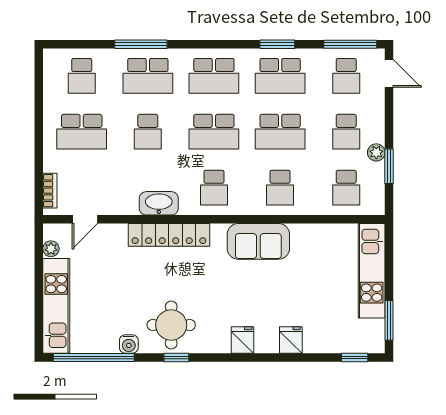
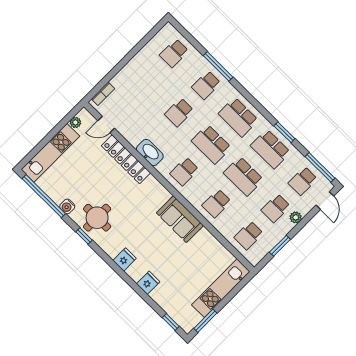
school desk: (148, 76) -> (206, 85), width x0.54
school desk: (82, 132) -> (147, 80), removed
plant: (376, 152) -> (296, 217), moved
locker: (169, 235) -> (126, 159), moved

